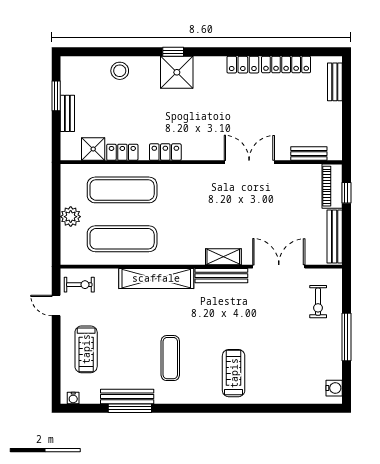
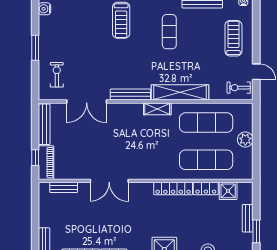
locker: (165, 152) -> (173, 189), width x1.53
shelving: (223, 257) -> (157, 109), moved
window: (346, 337) -> (35, 48), width x0.69

